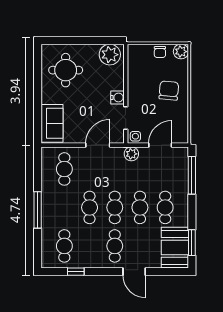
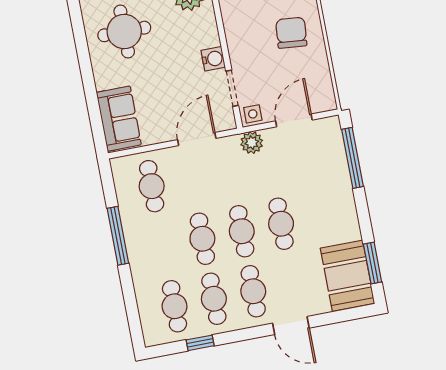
cafe table: (165, 207) -> (214, 299), moved
window: (38, 210) -> (118, 236), moved

